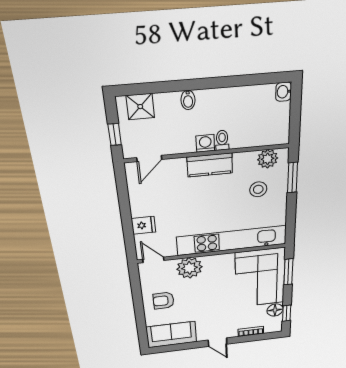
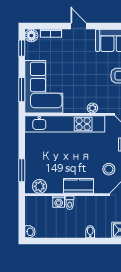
washing machine: (205, 143) -> (59, 202), moved
stool: (258, 189) -> (109, 169), moved
plant: (189, 268) -> (92, 108), width x0.53, depth x0.53
floor lamp: (275, 310) -> (31, 36), moved

